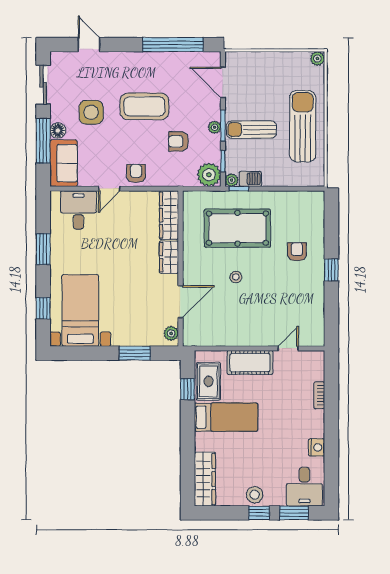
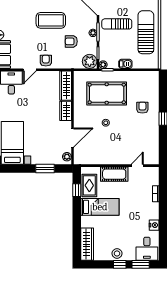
side table: (91, 112) -> (19, 24), removed
sun lounger: (251, 130) -> (117, 24), moved
barbecue: (250, 179) -> (125, 64), moved

